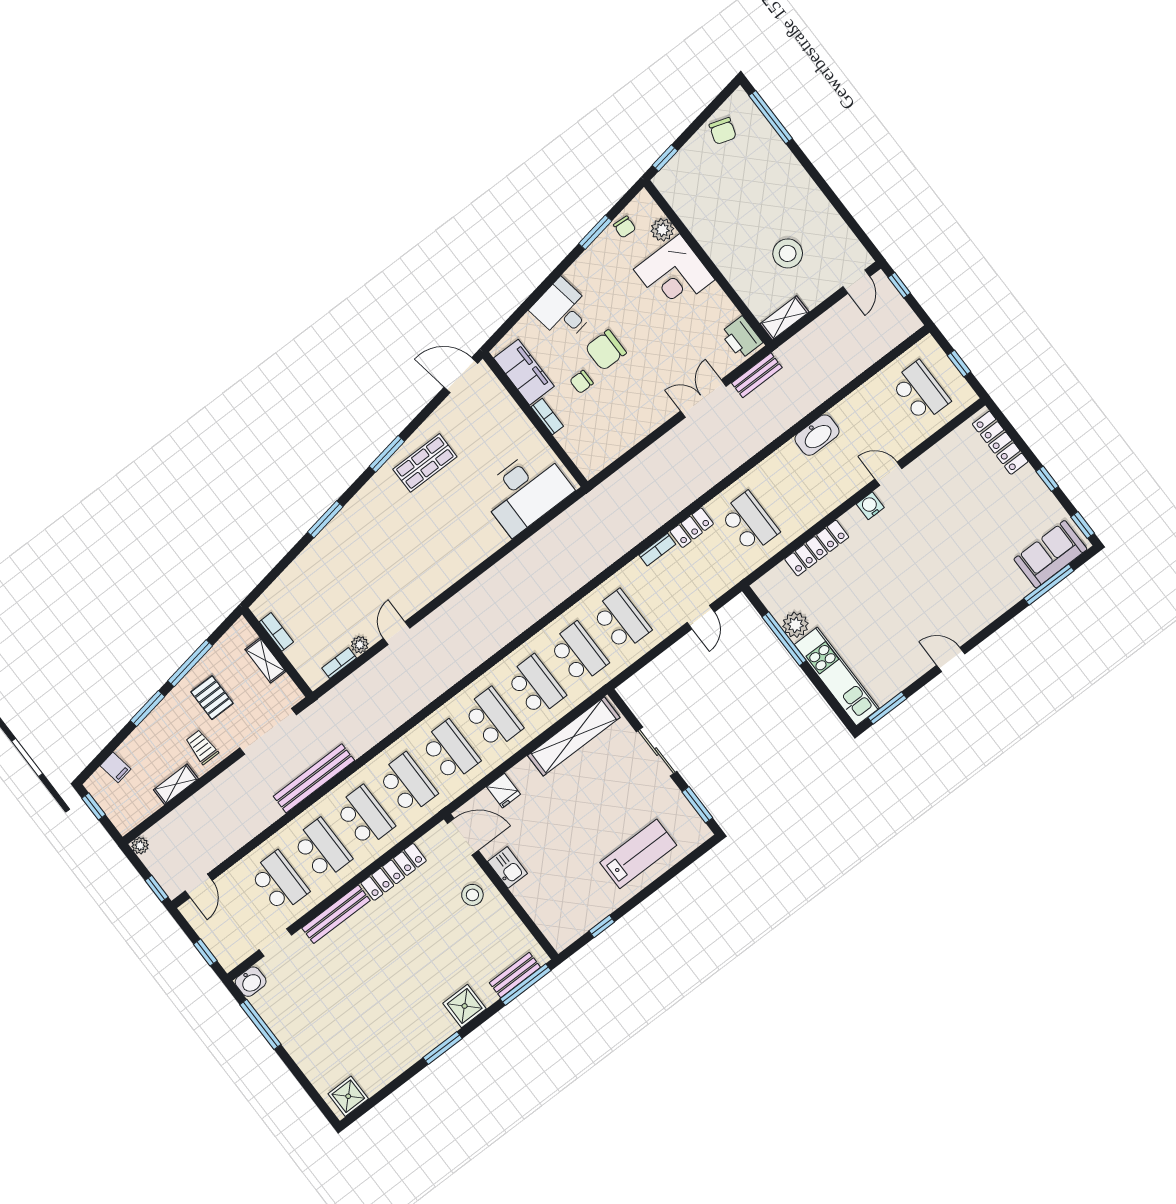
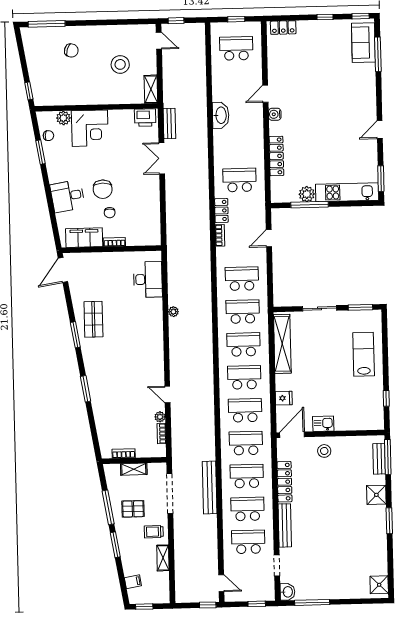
chair: (723, 131) -> (71, 50), moved
locker: (1000, 443) -> (283, 27), width x0.66
desk: (526, 491) -> (148, 279), width x0.73, depth x0.77
door: (701, 617) -> (269, 238), swing flipped
plant: (140, 846) -> (173, 312), moved

